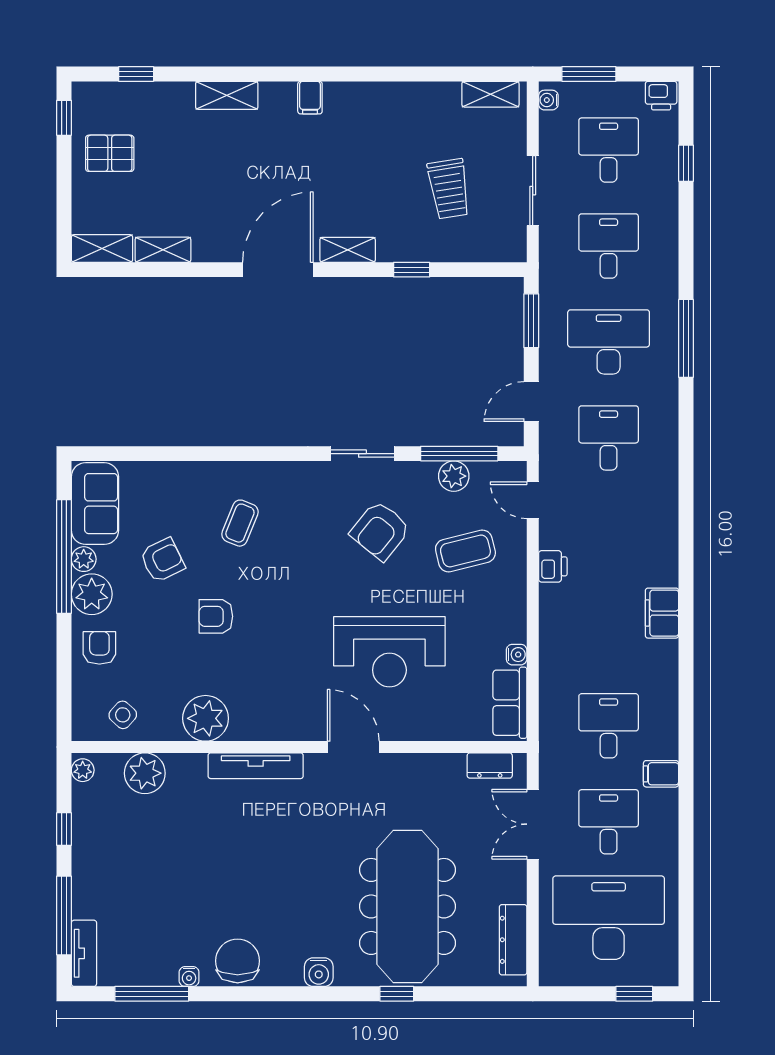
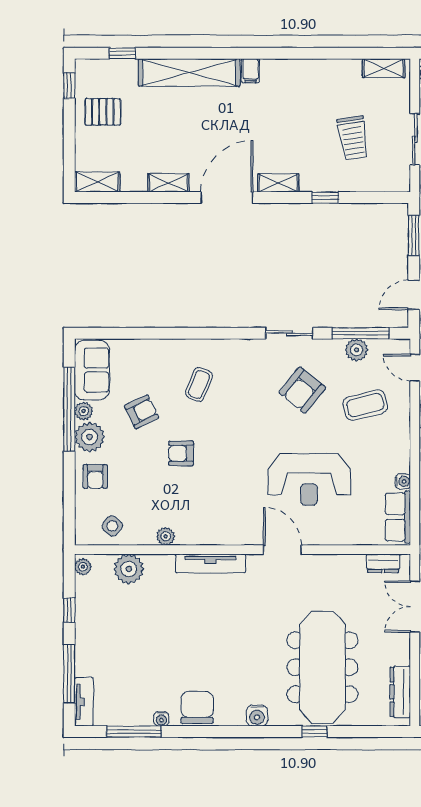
shelving: (227, 95) -> (189, 72), width x2.20, depth x1.33
shelving: (163, 250) -> (168, 183), moved
armchair: (99, 648) -> (95, 477), turned 180
plant: (206, 718) -> (166, 536), width x0.53, depth x0.53

